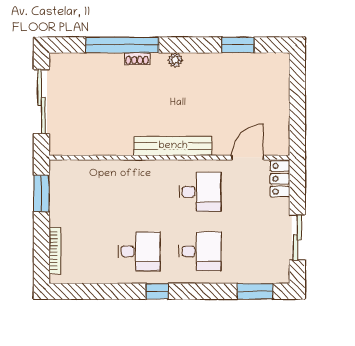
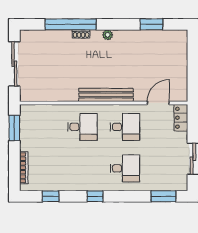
desk: (139, 251) -> (82, 127), moved
window: (93, 291) -> (50, 196), added

